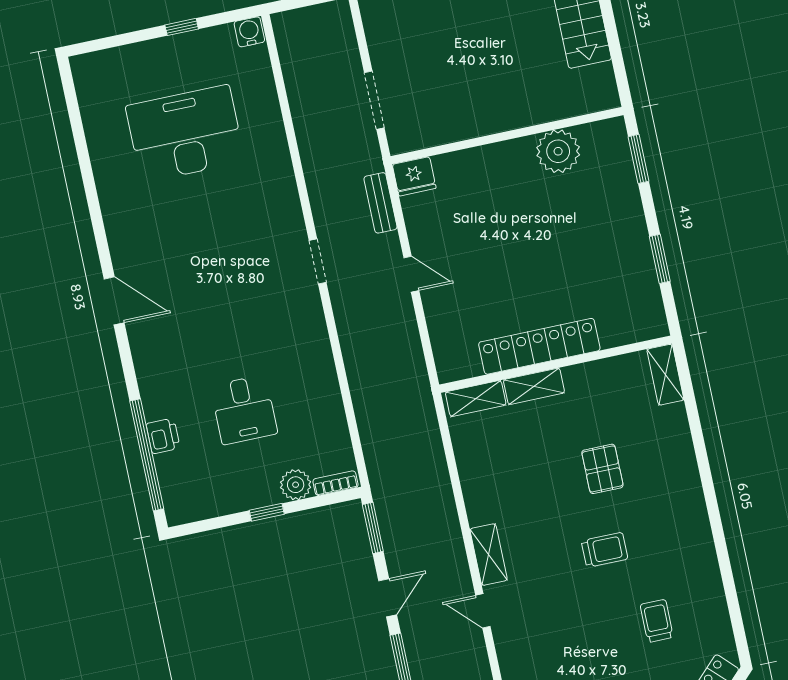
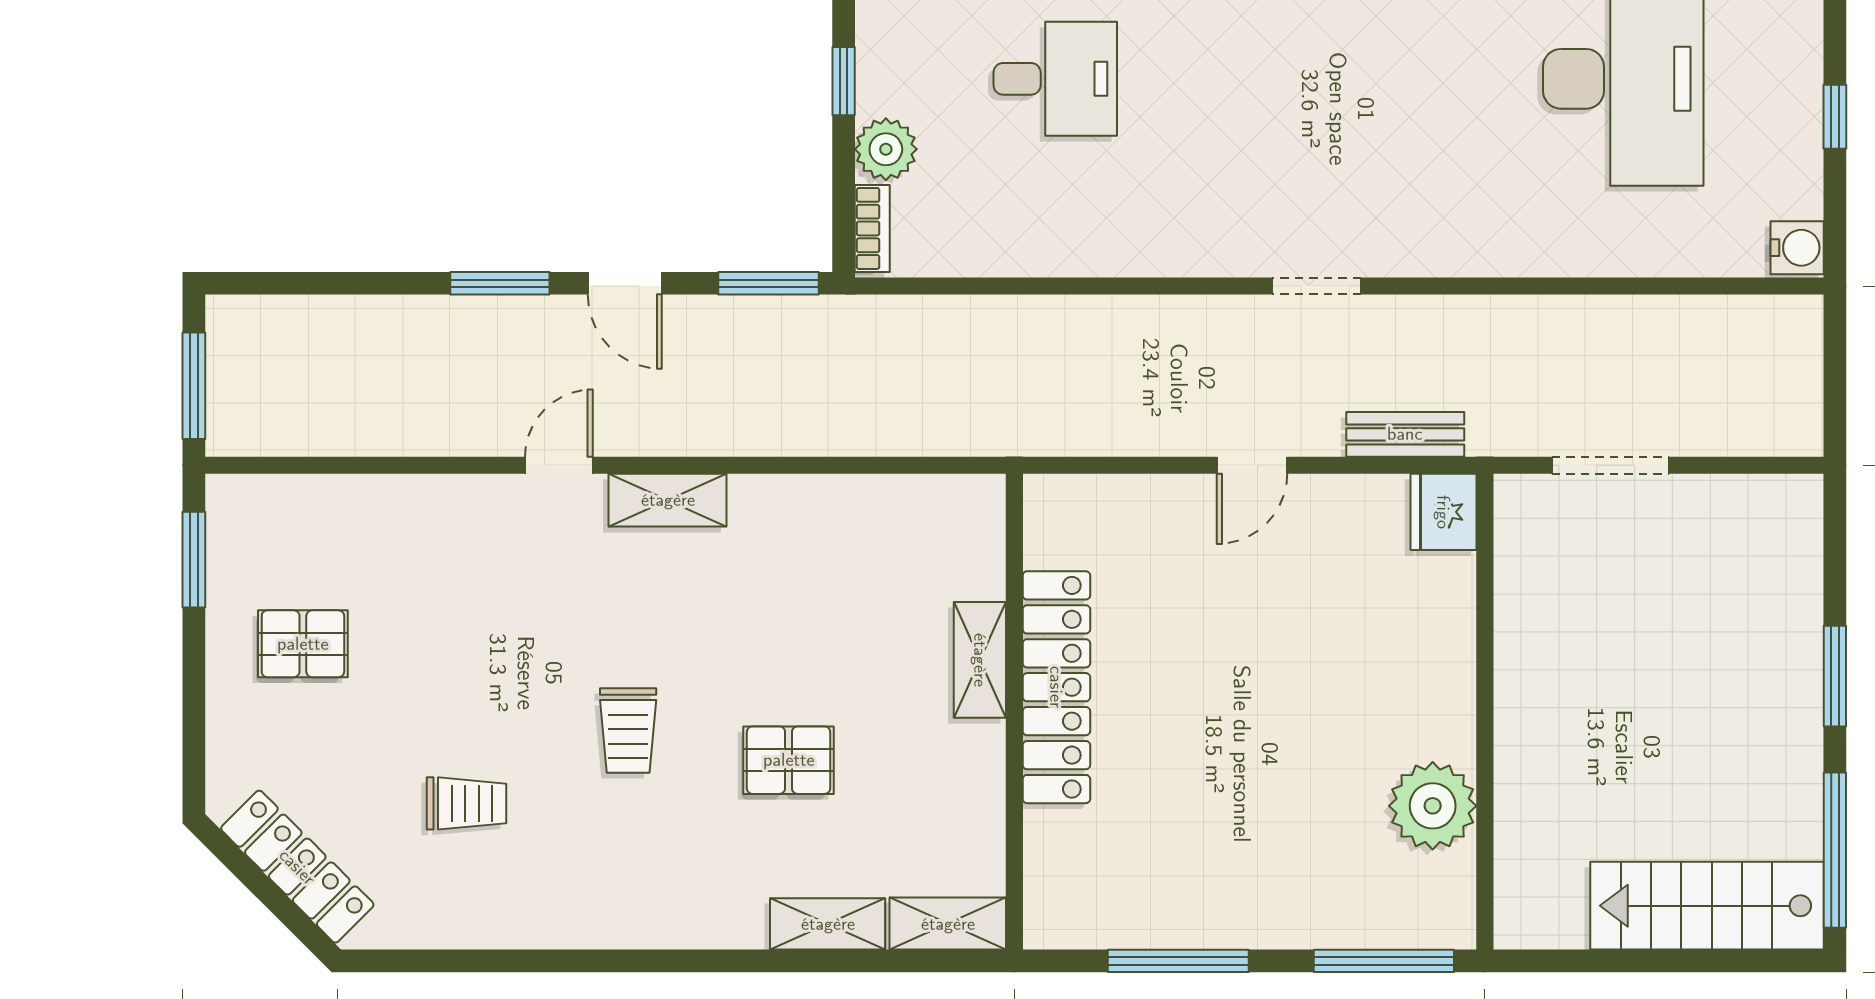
window: (638, 159) -> (1384, 961), width x1.44
window: (660, 259) -> (1178, 961), width x1.44
shelving: (476, 399) -> (828, 924), moved, turned 90
desk: (244, 410) -> (1055, 79), turned 180

